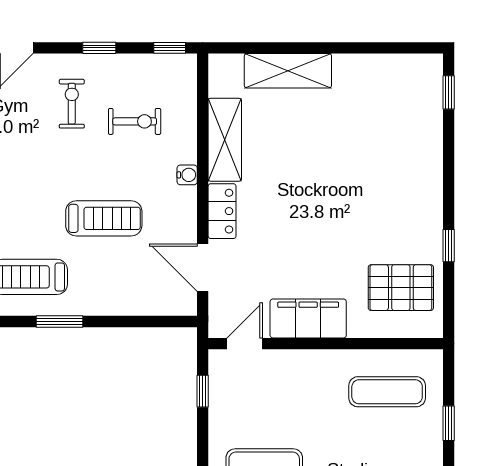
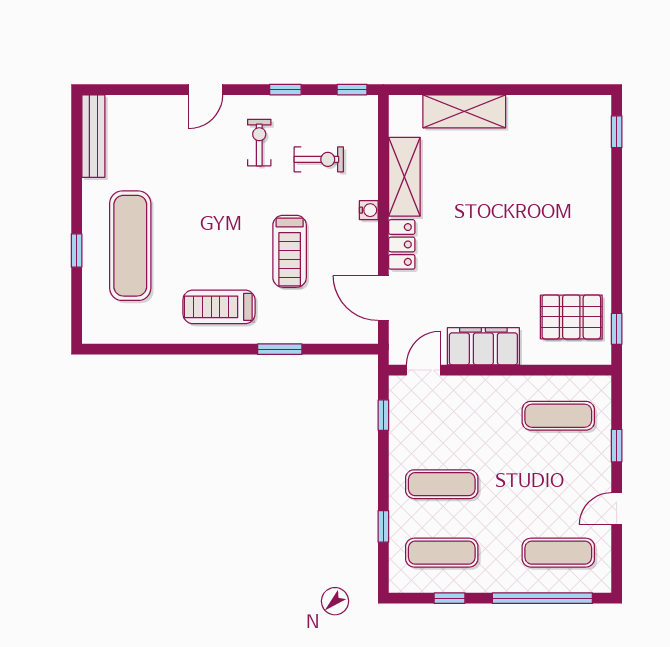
treadmill: (104, 218) -> (290, 251), turned 90
window: (449, 246) -> (617, 329), moved
window: (60, 322) -> (280, 349), moved

